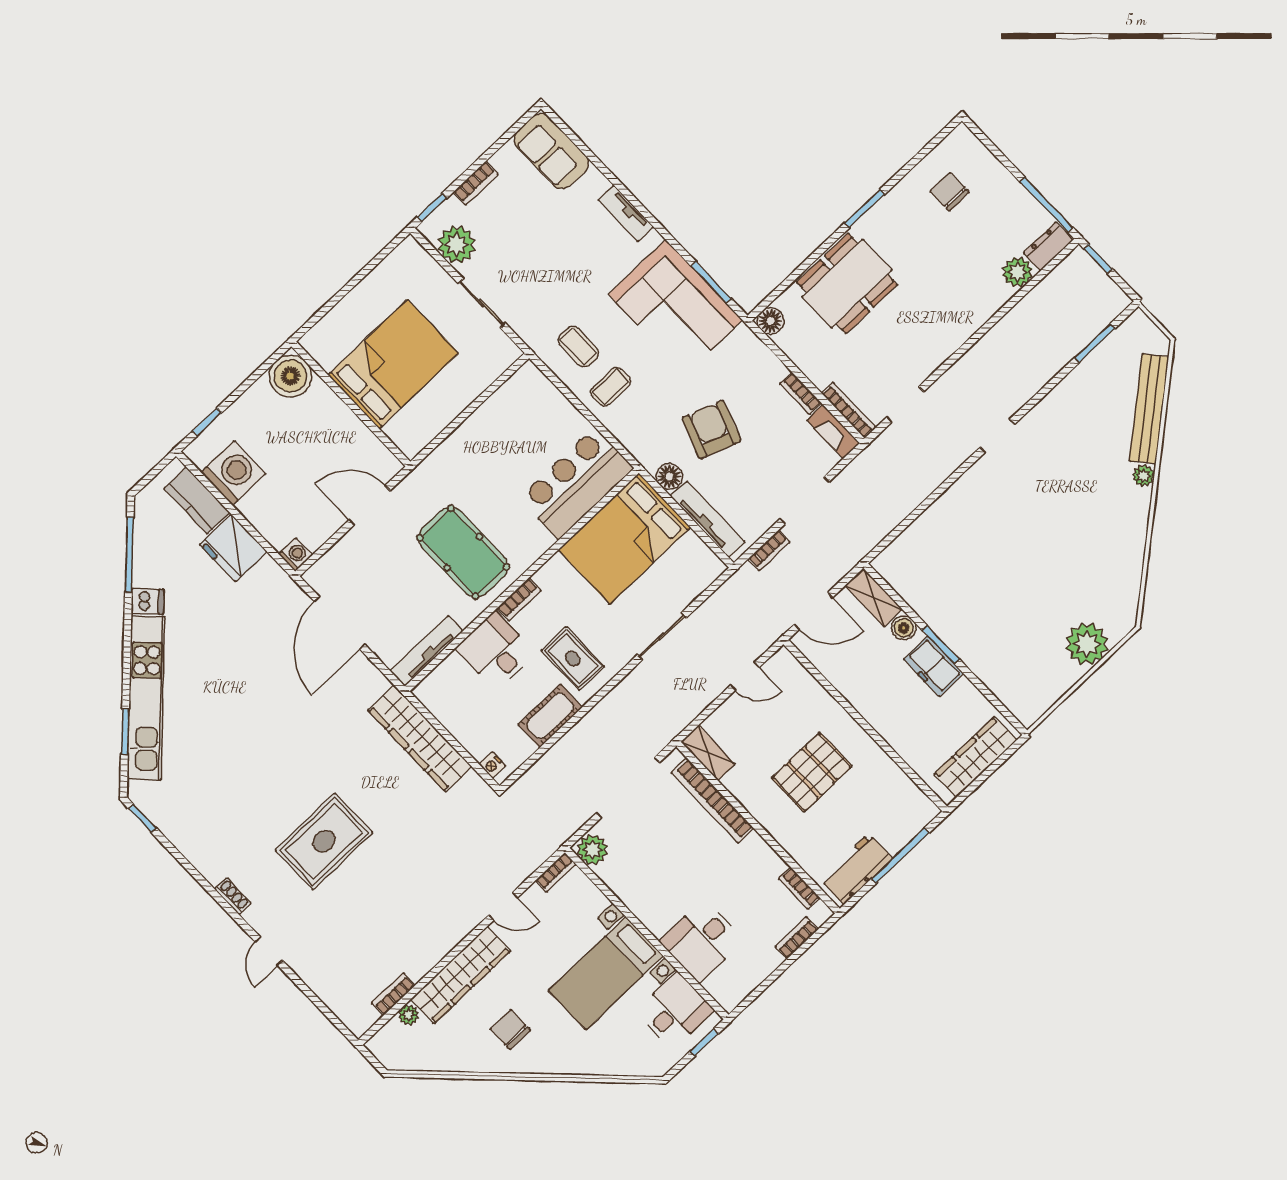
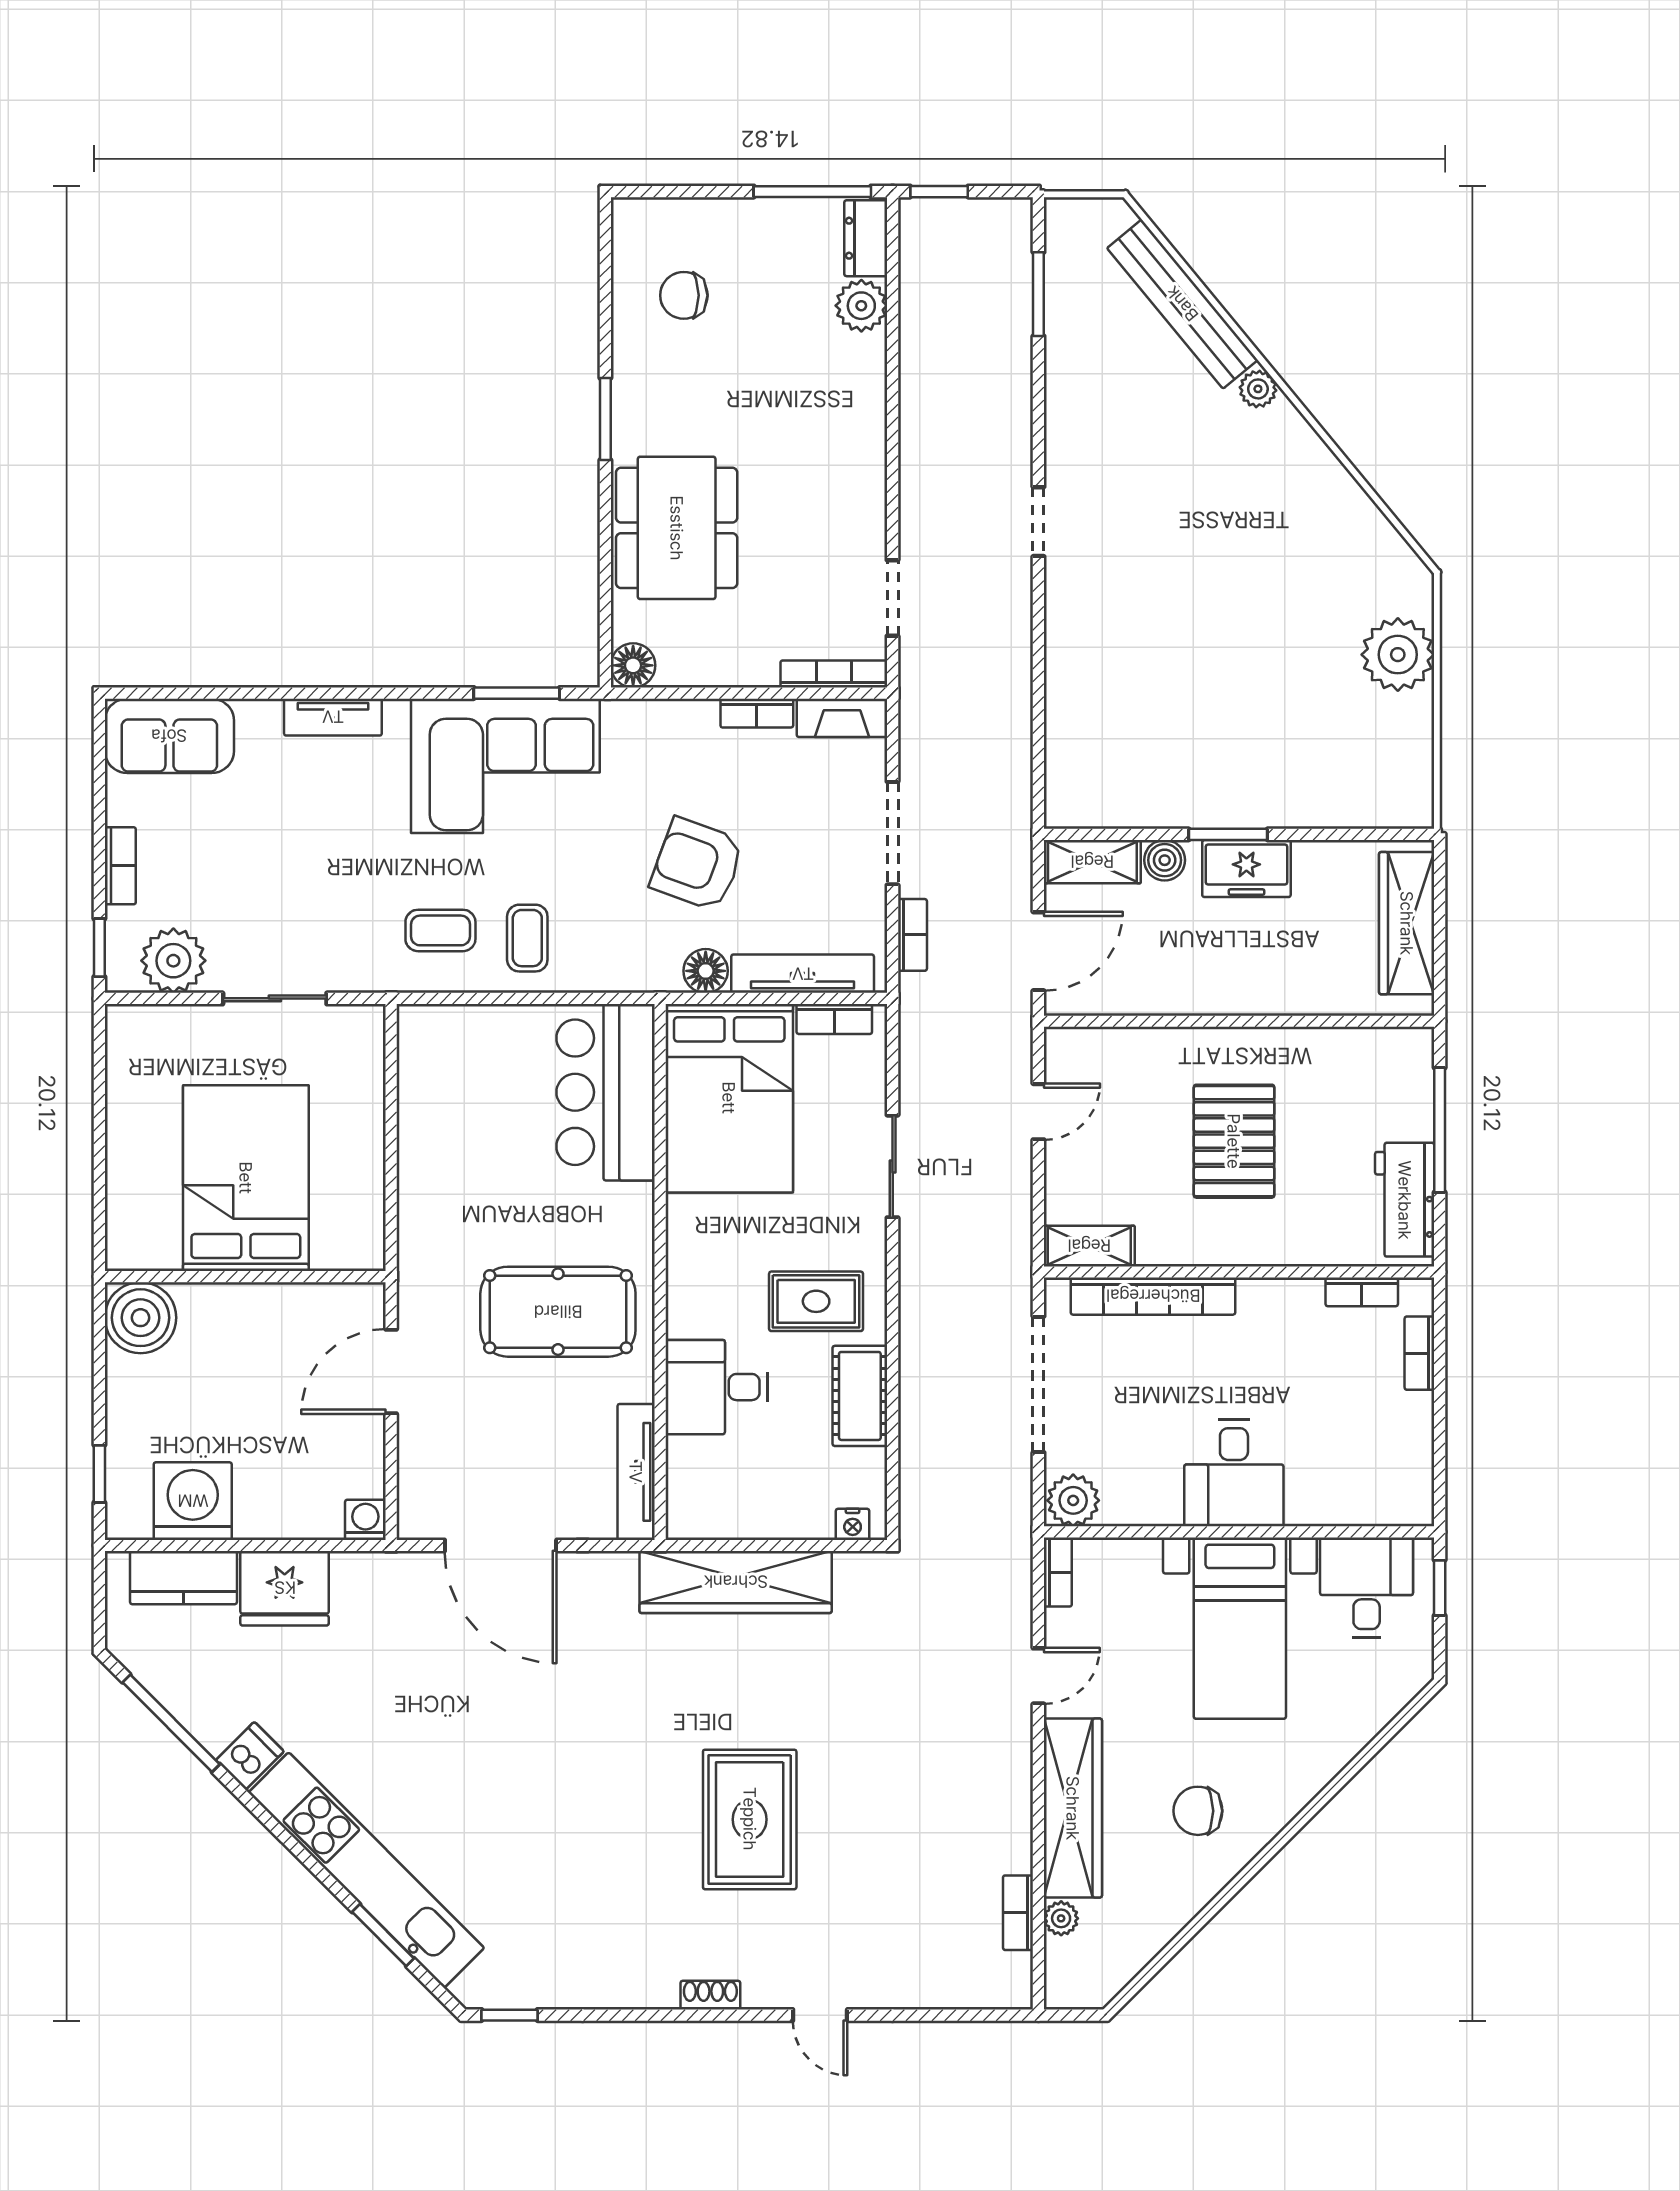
bookcase: (519, 599) -> (834, 1019), moved, turned 90
desk: (702, 941) -> (1234, 1473), moved

